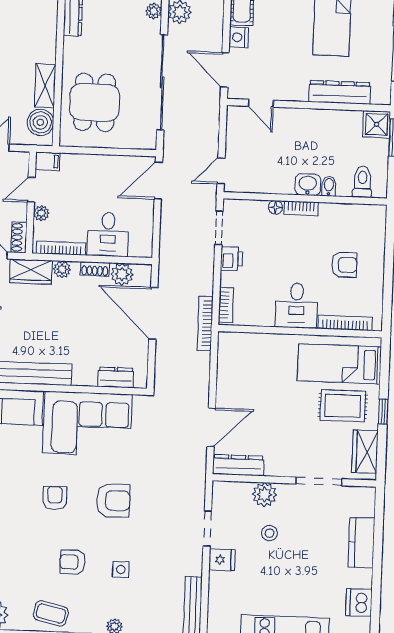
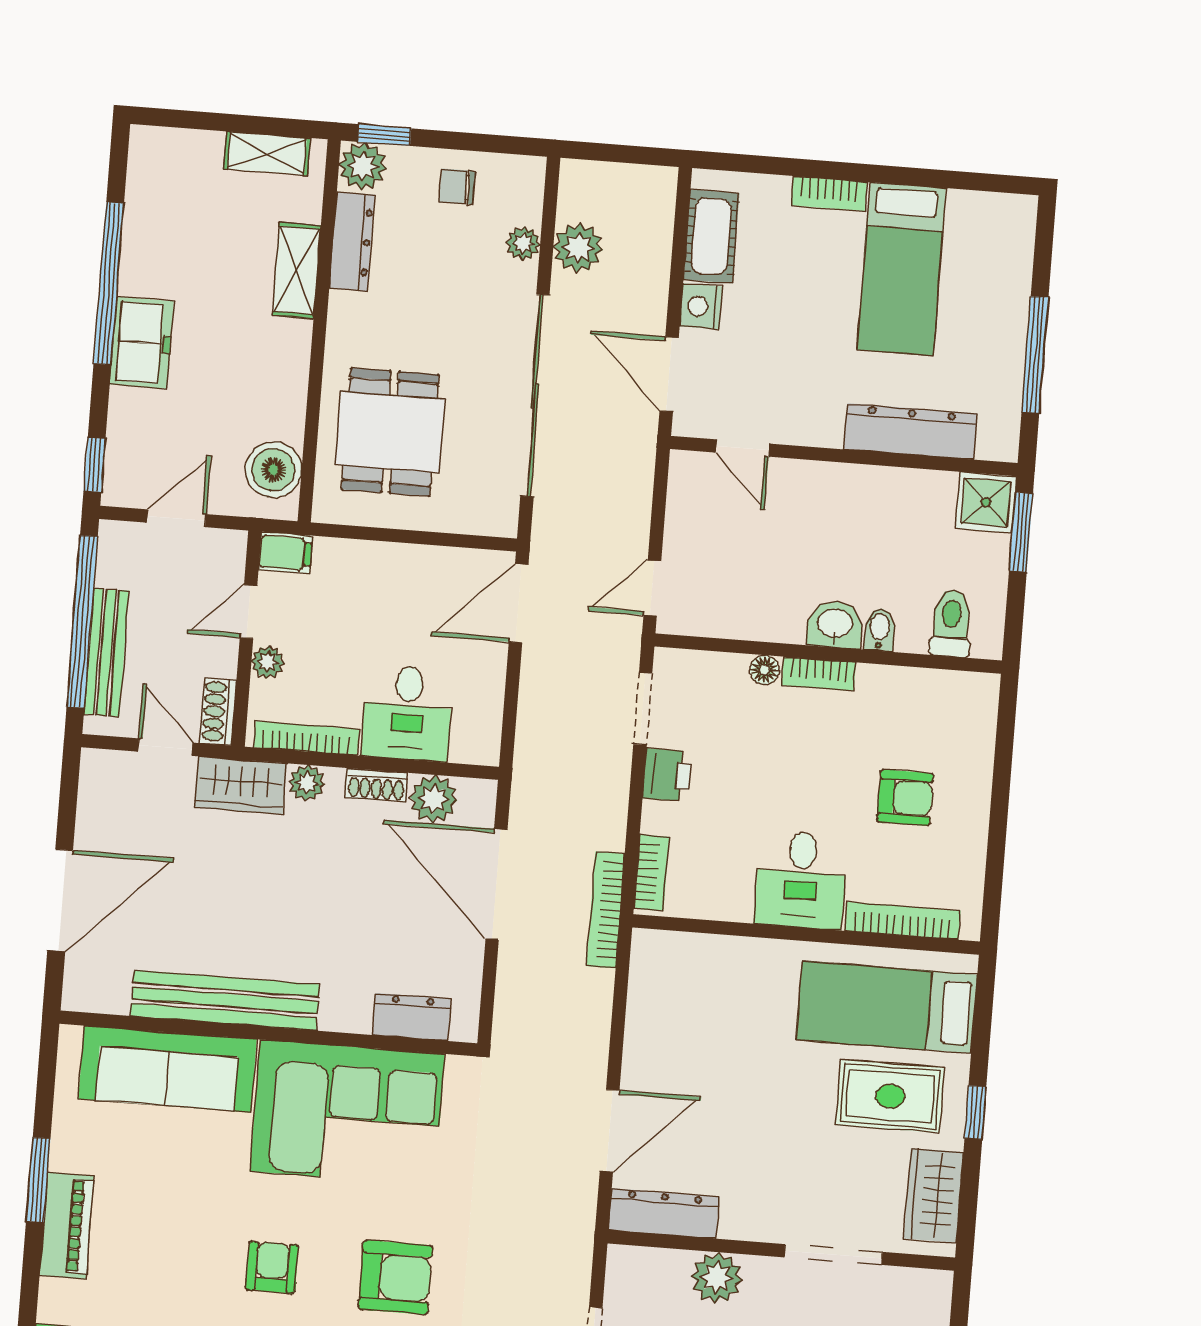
shelving: (45, 86) -> (296, 270), moved

